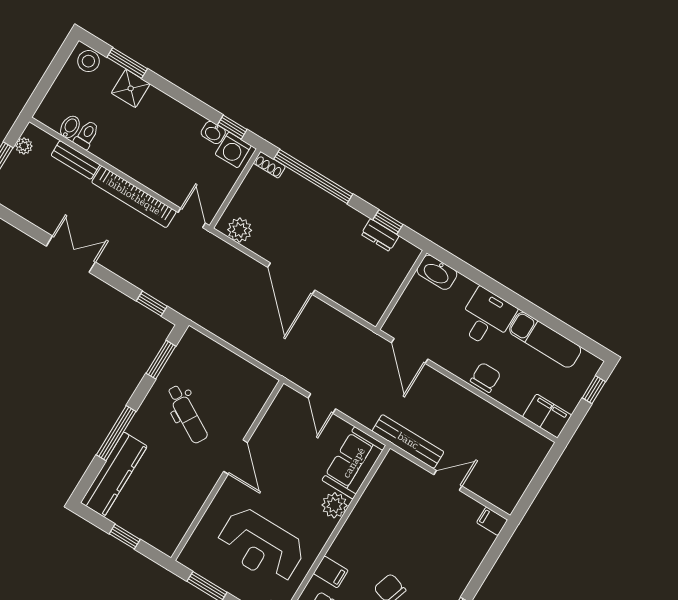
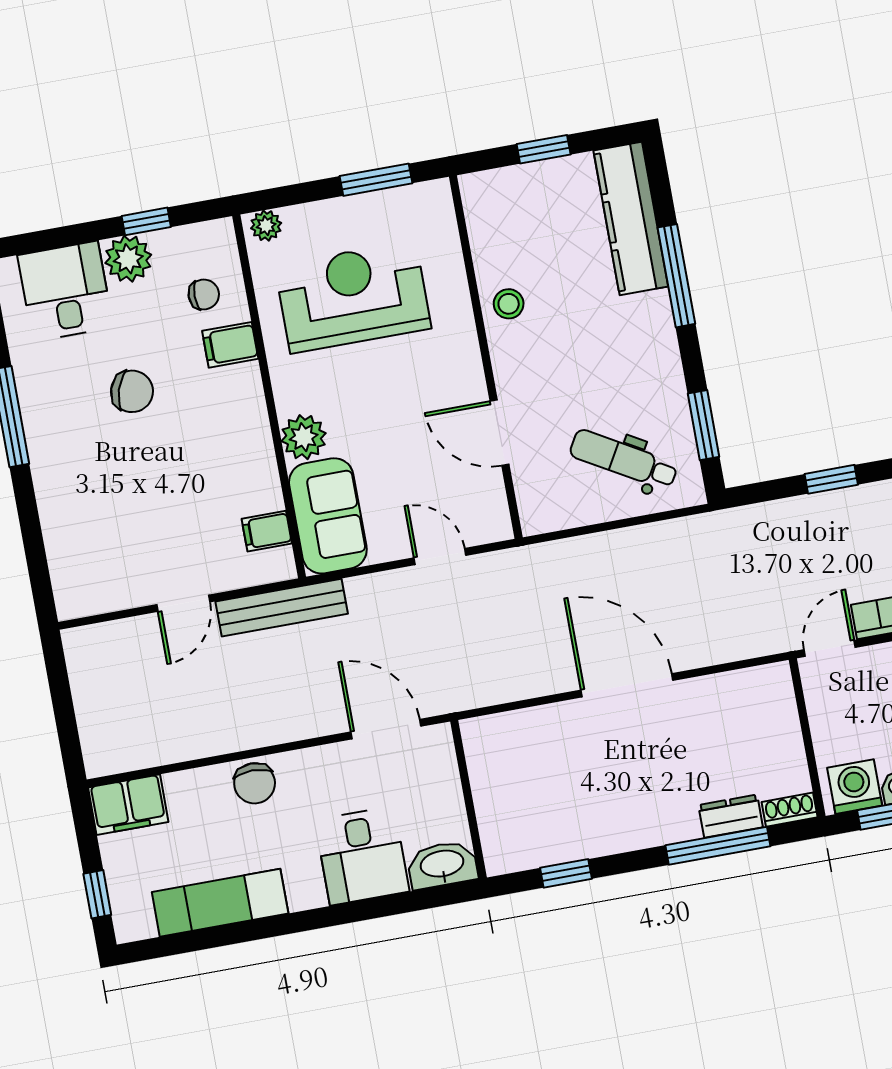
window: (313, 177) -> (718, 846), width x0.68
door: (192, 218) -> (830, 648), swing flipped
plant: (240, 230) -> (752, 689), removed
dresser: (380, 235) -> (731, 816), moved
window: (152, 304) -> (831, 479), moved
desk: (486, 318) -> (362, 856), moved
dental chair: (187, 414) -> (624, 459), moved
door: (236, 457) -> (499, 433), moved
stool: (198, 484) -> (509, 304), added
filing cabinet: (492, 521) -> (267, 531), moved, turned 180

